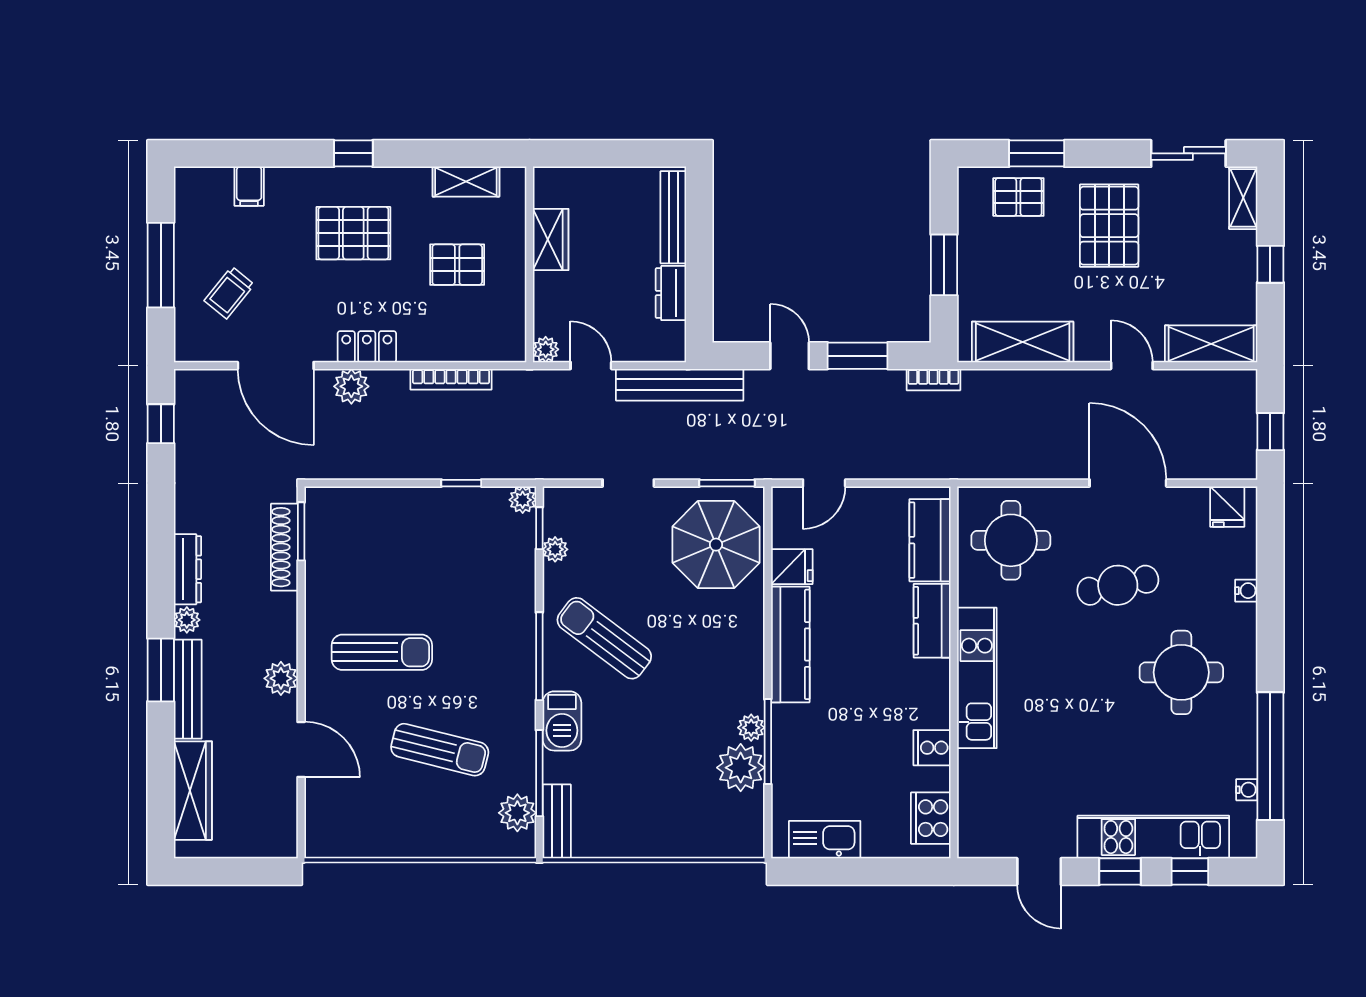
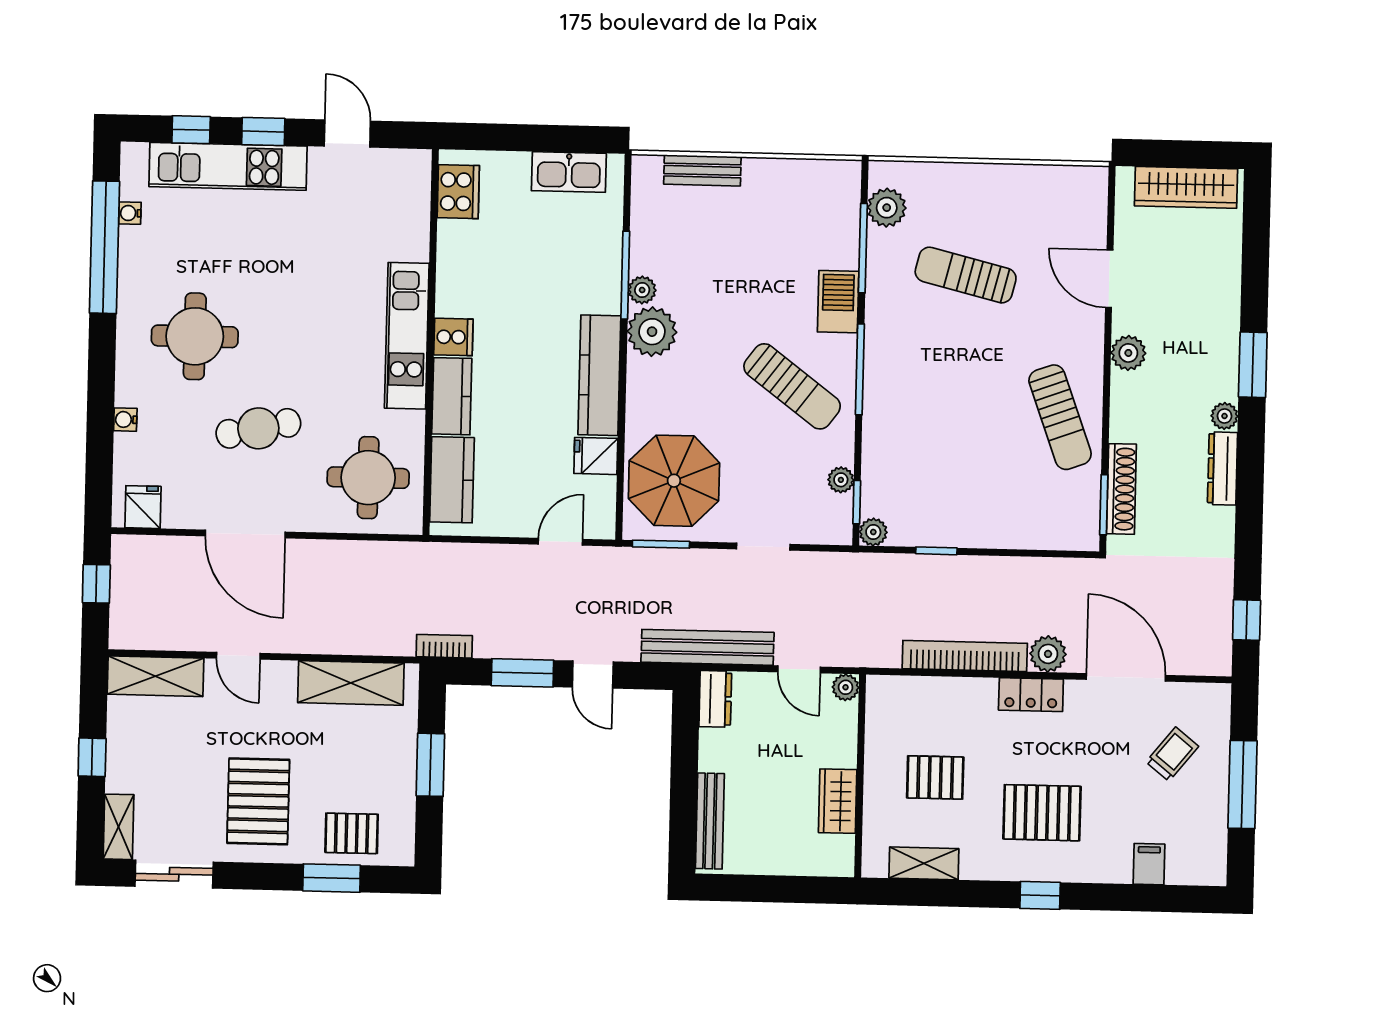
dresser: (671, 293) -> (715, 699), moved
bookcase: (451, 379) -> (965, 656), width x1.48, depth x1.31
sun lounger: (382, 652) -> (1060, 417), moved, turned -110
bench: (188, 689) -> (1225, 344), removed
cooker: (932, 748) -> (453, 337), moved
plant: (741, 768) -> (652, 332), moved
wardrobe: (193, 791) -> (1186, 187), moved, turned -90
bench: (557, 821) -> (702, 170), moved, turned 90

